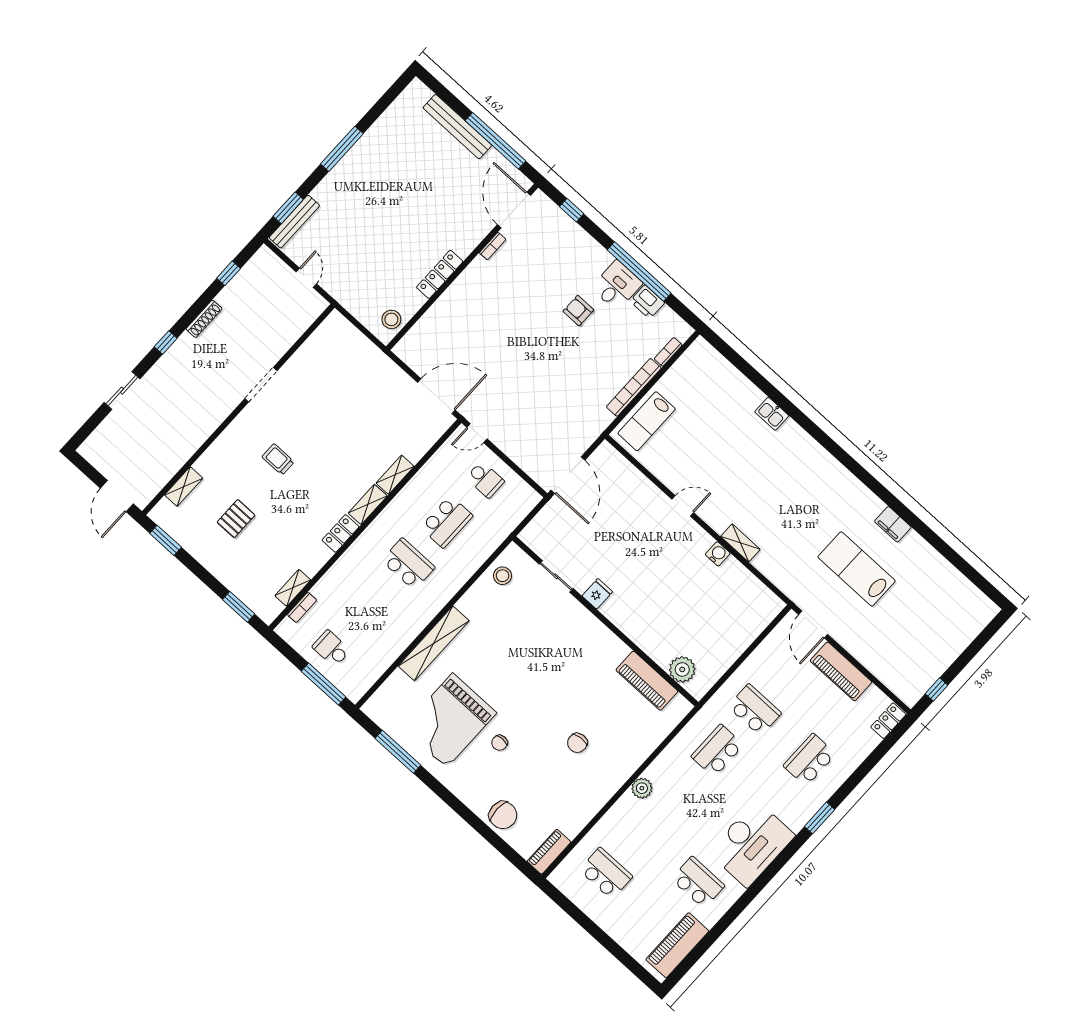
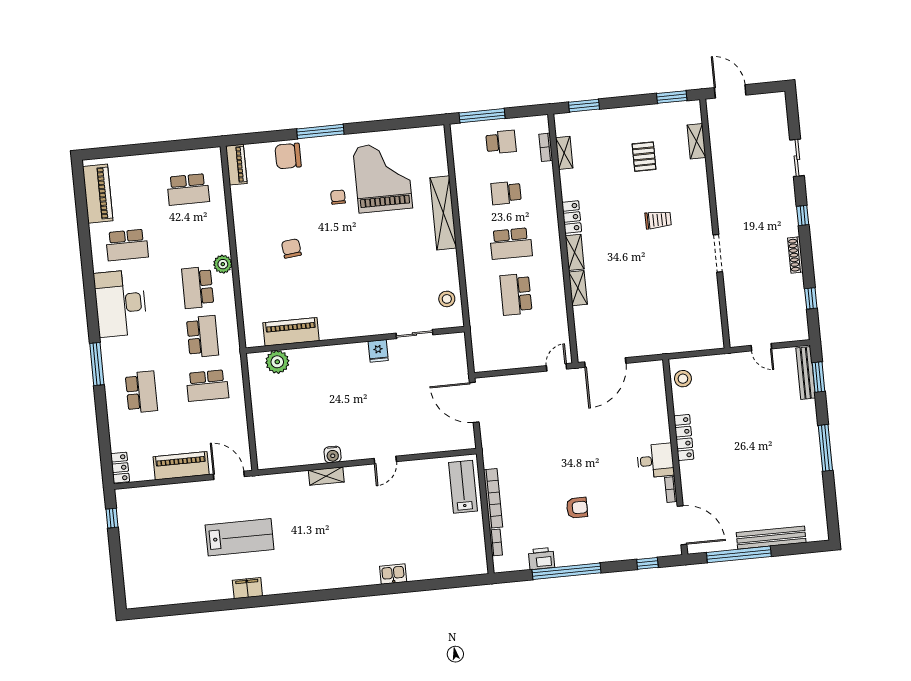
desk: (617, 286) -> (655, 461), moved, turned -90
school desk: (485, 479) -> (506, 193), moved
window: (398, 752) -> (320, 132), moved
school desk: (680, 792) -> (198, 287), added
window: (820, 818) -> (97, 364), width x1.44

